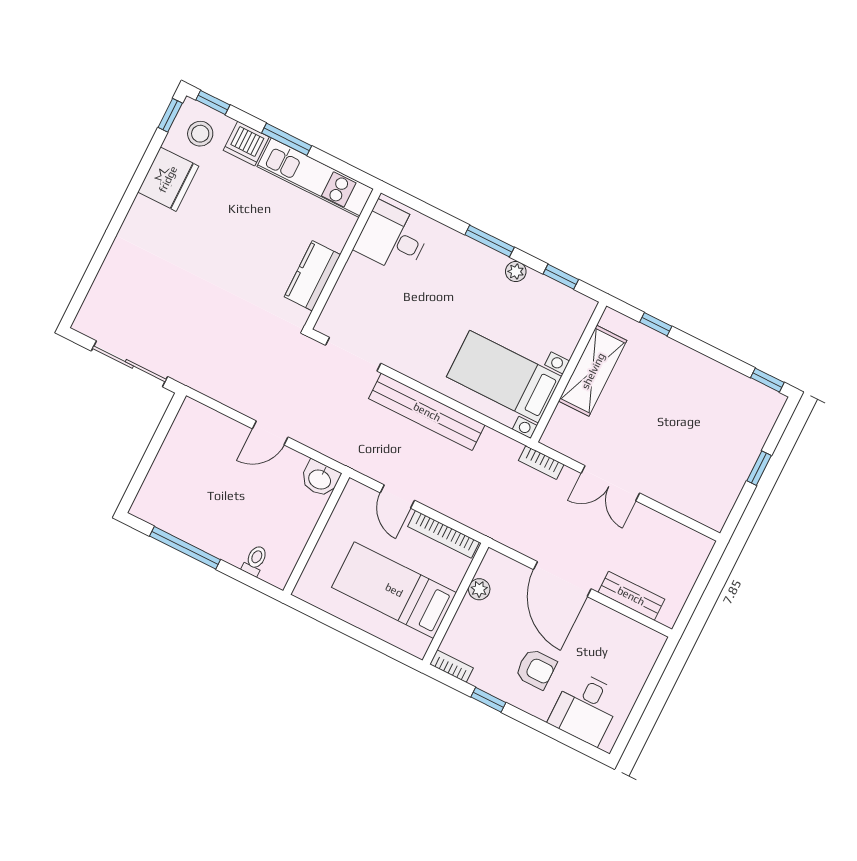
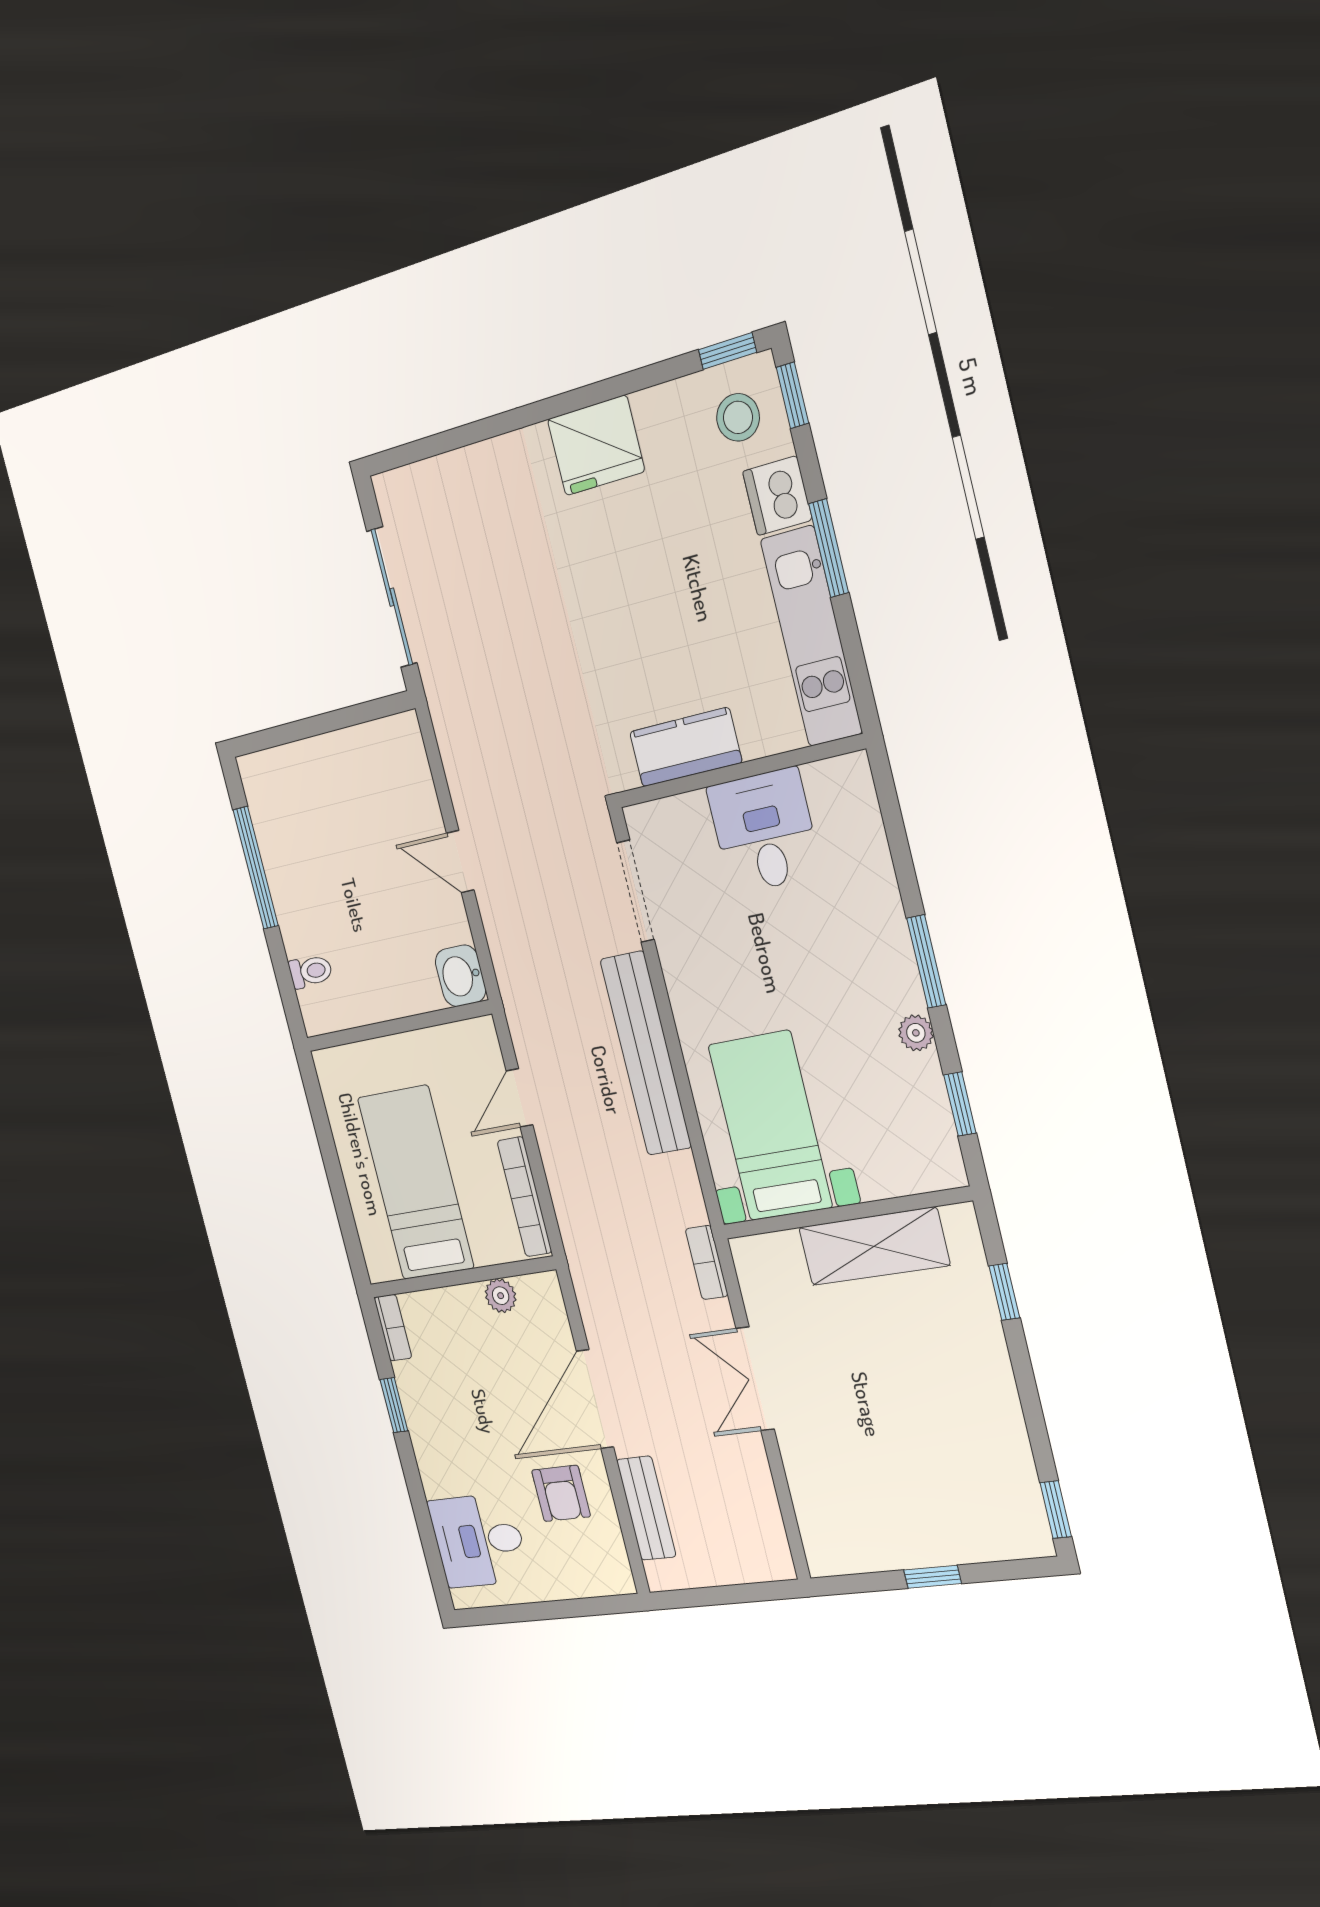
fridge: (168, 179) -> (596, 445), moved
desk: (393, 238) -> (764, 831), moved
armchair: (536, 669) -> (561, 1493), moved

